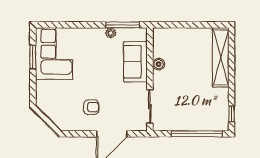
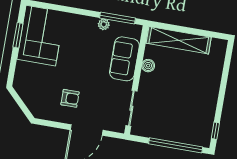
shelving: (221, 57) -> (179, 40), moved, turned 90

